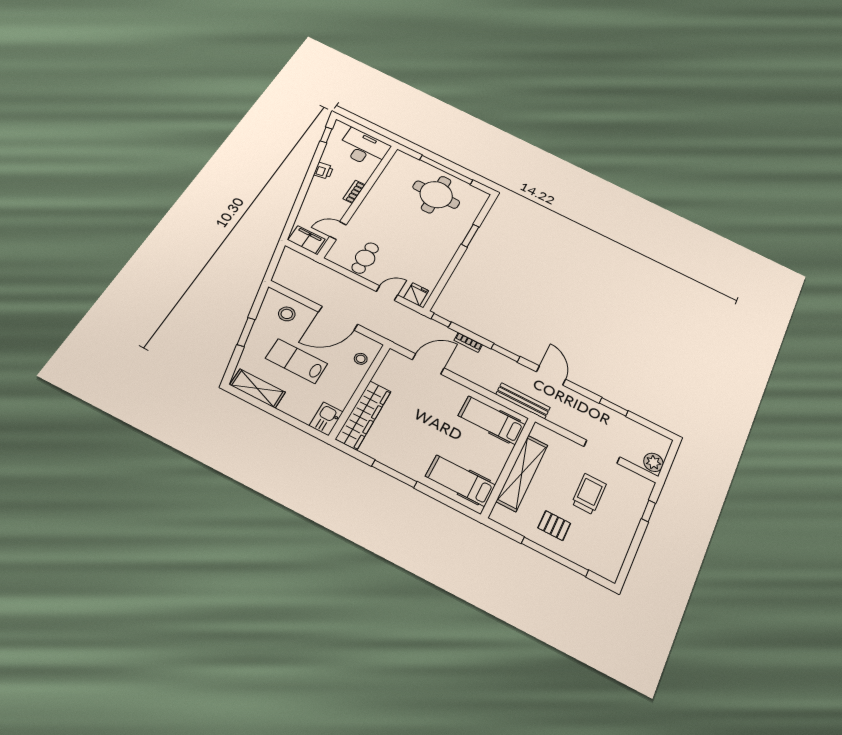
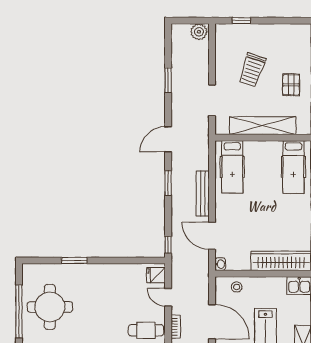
bookcase: (468, 342) -> (176, 327), moved
washbasin: (394, 356) -> (220, 264), added
bench: (523, 401) -> (203, 194), moved
doorway: (602, 452) -> (212, 100), moved
trolley: (589, 494) -> (252, 70), turned -71

